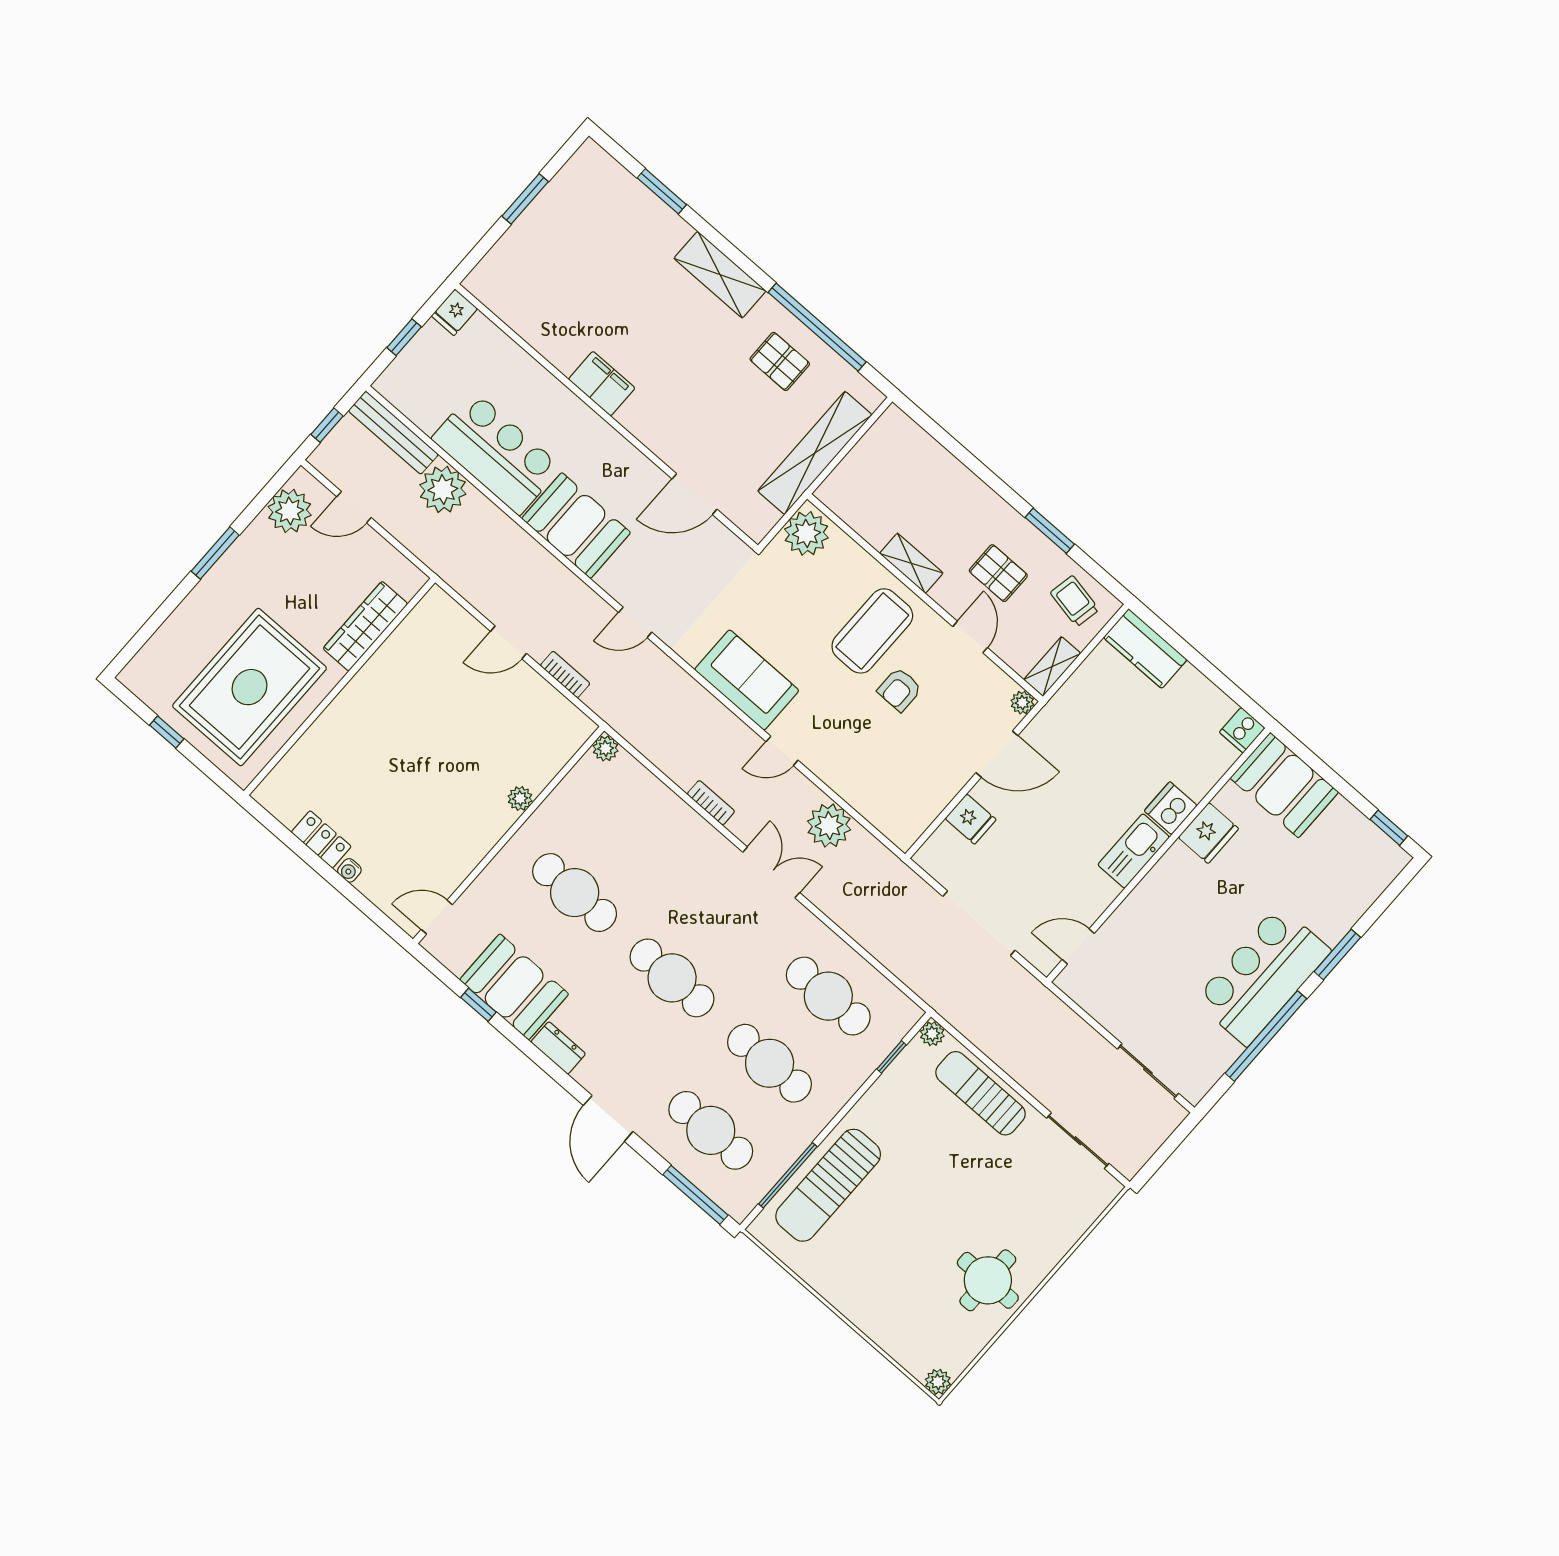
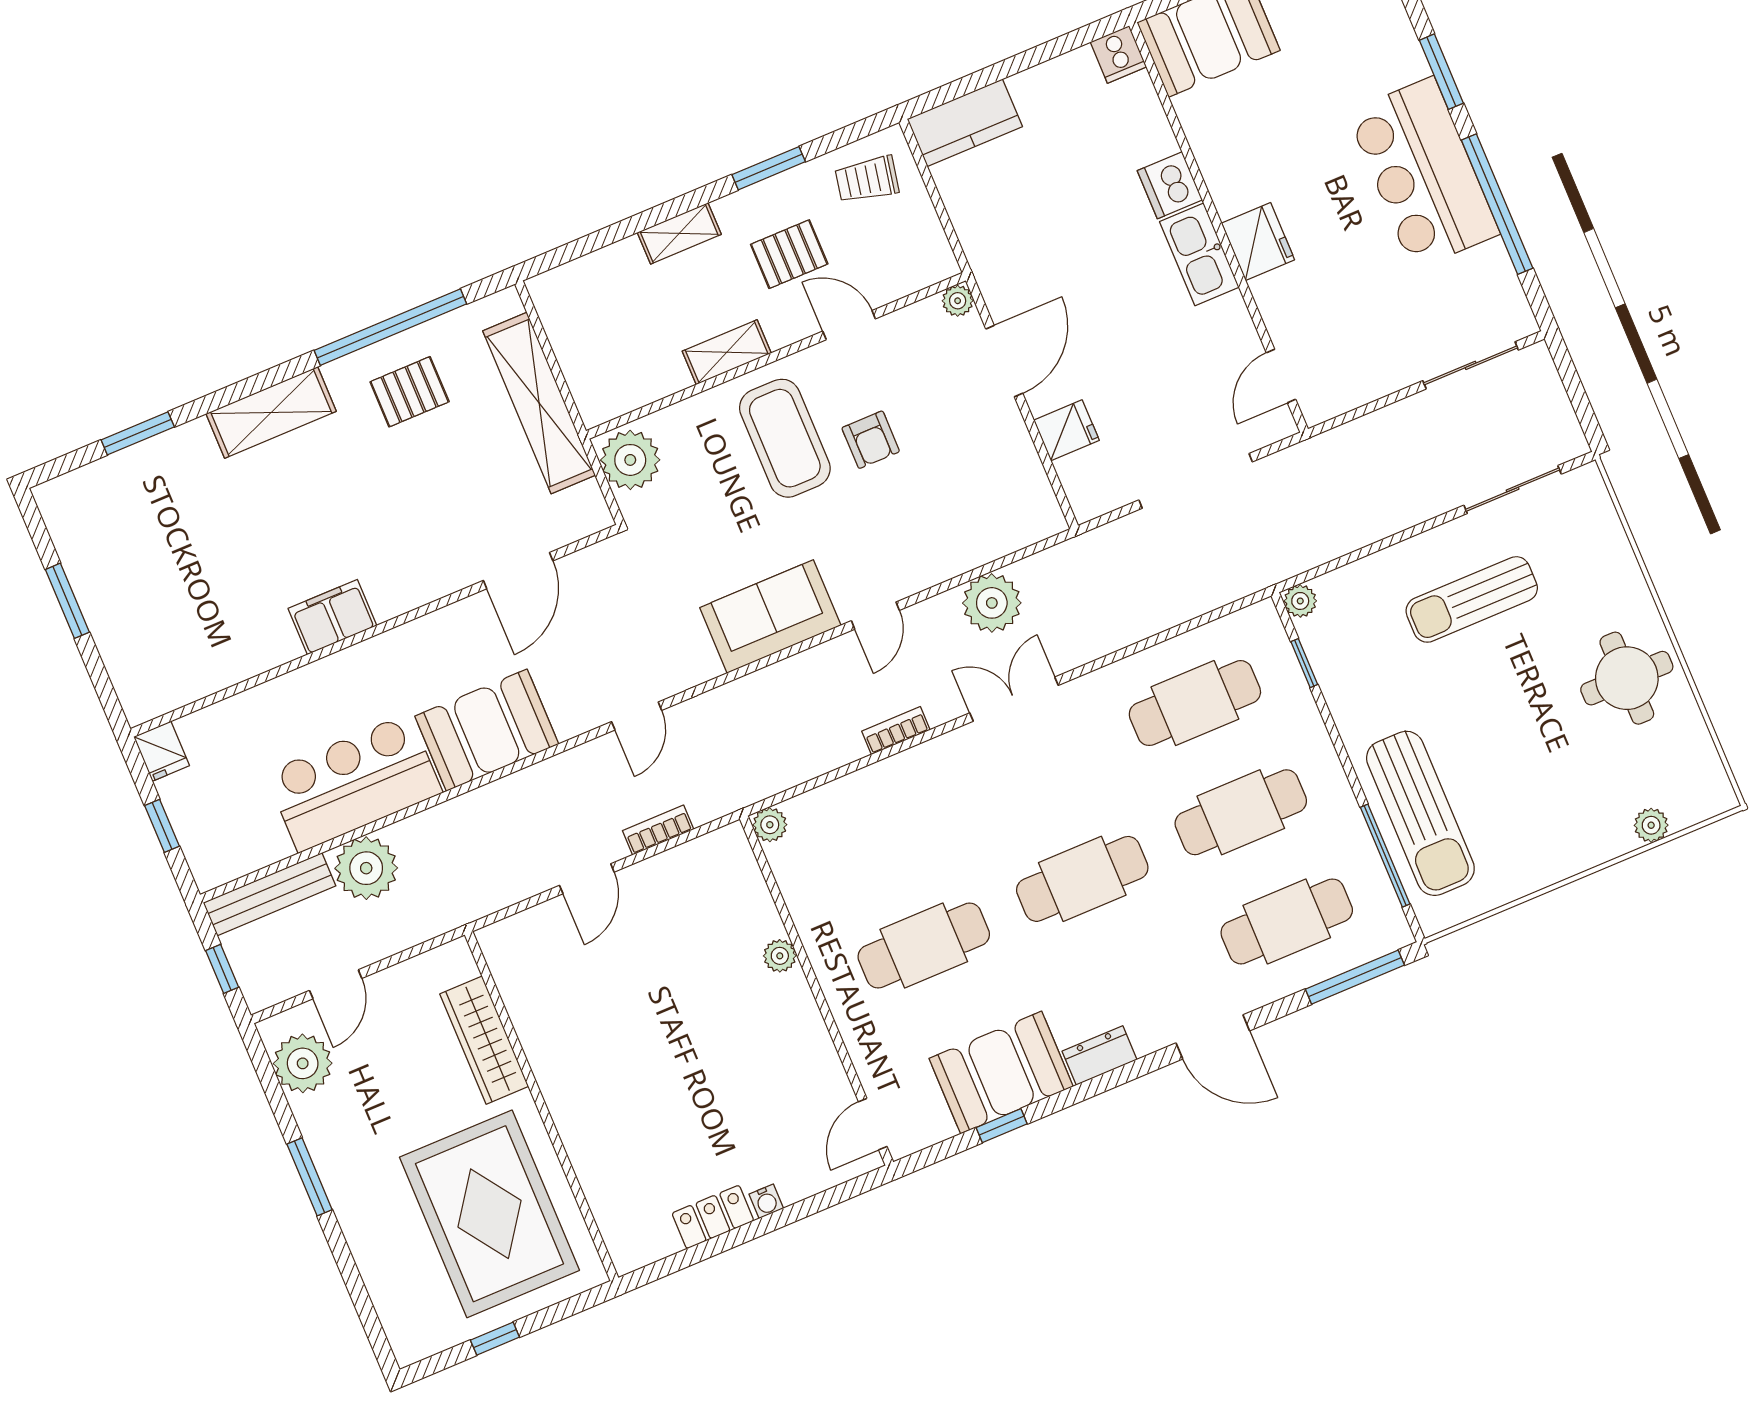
shelving: (1052, 666) -> (679, 233), moved, turned 90
fridge: (1208, 833) -> (1258, 241), moved
sun lounger: (980, 1093) -> (1472, 599), moved
plant: (938, 1382) -> (1651, 825), moved

